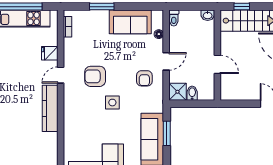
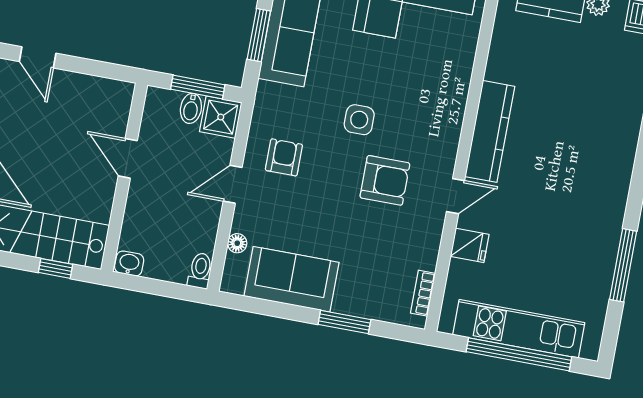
window: (191, 104) -> (198, 87), added

